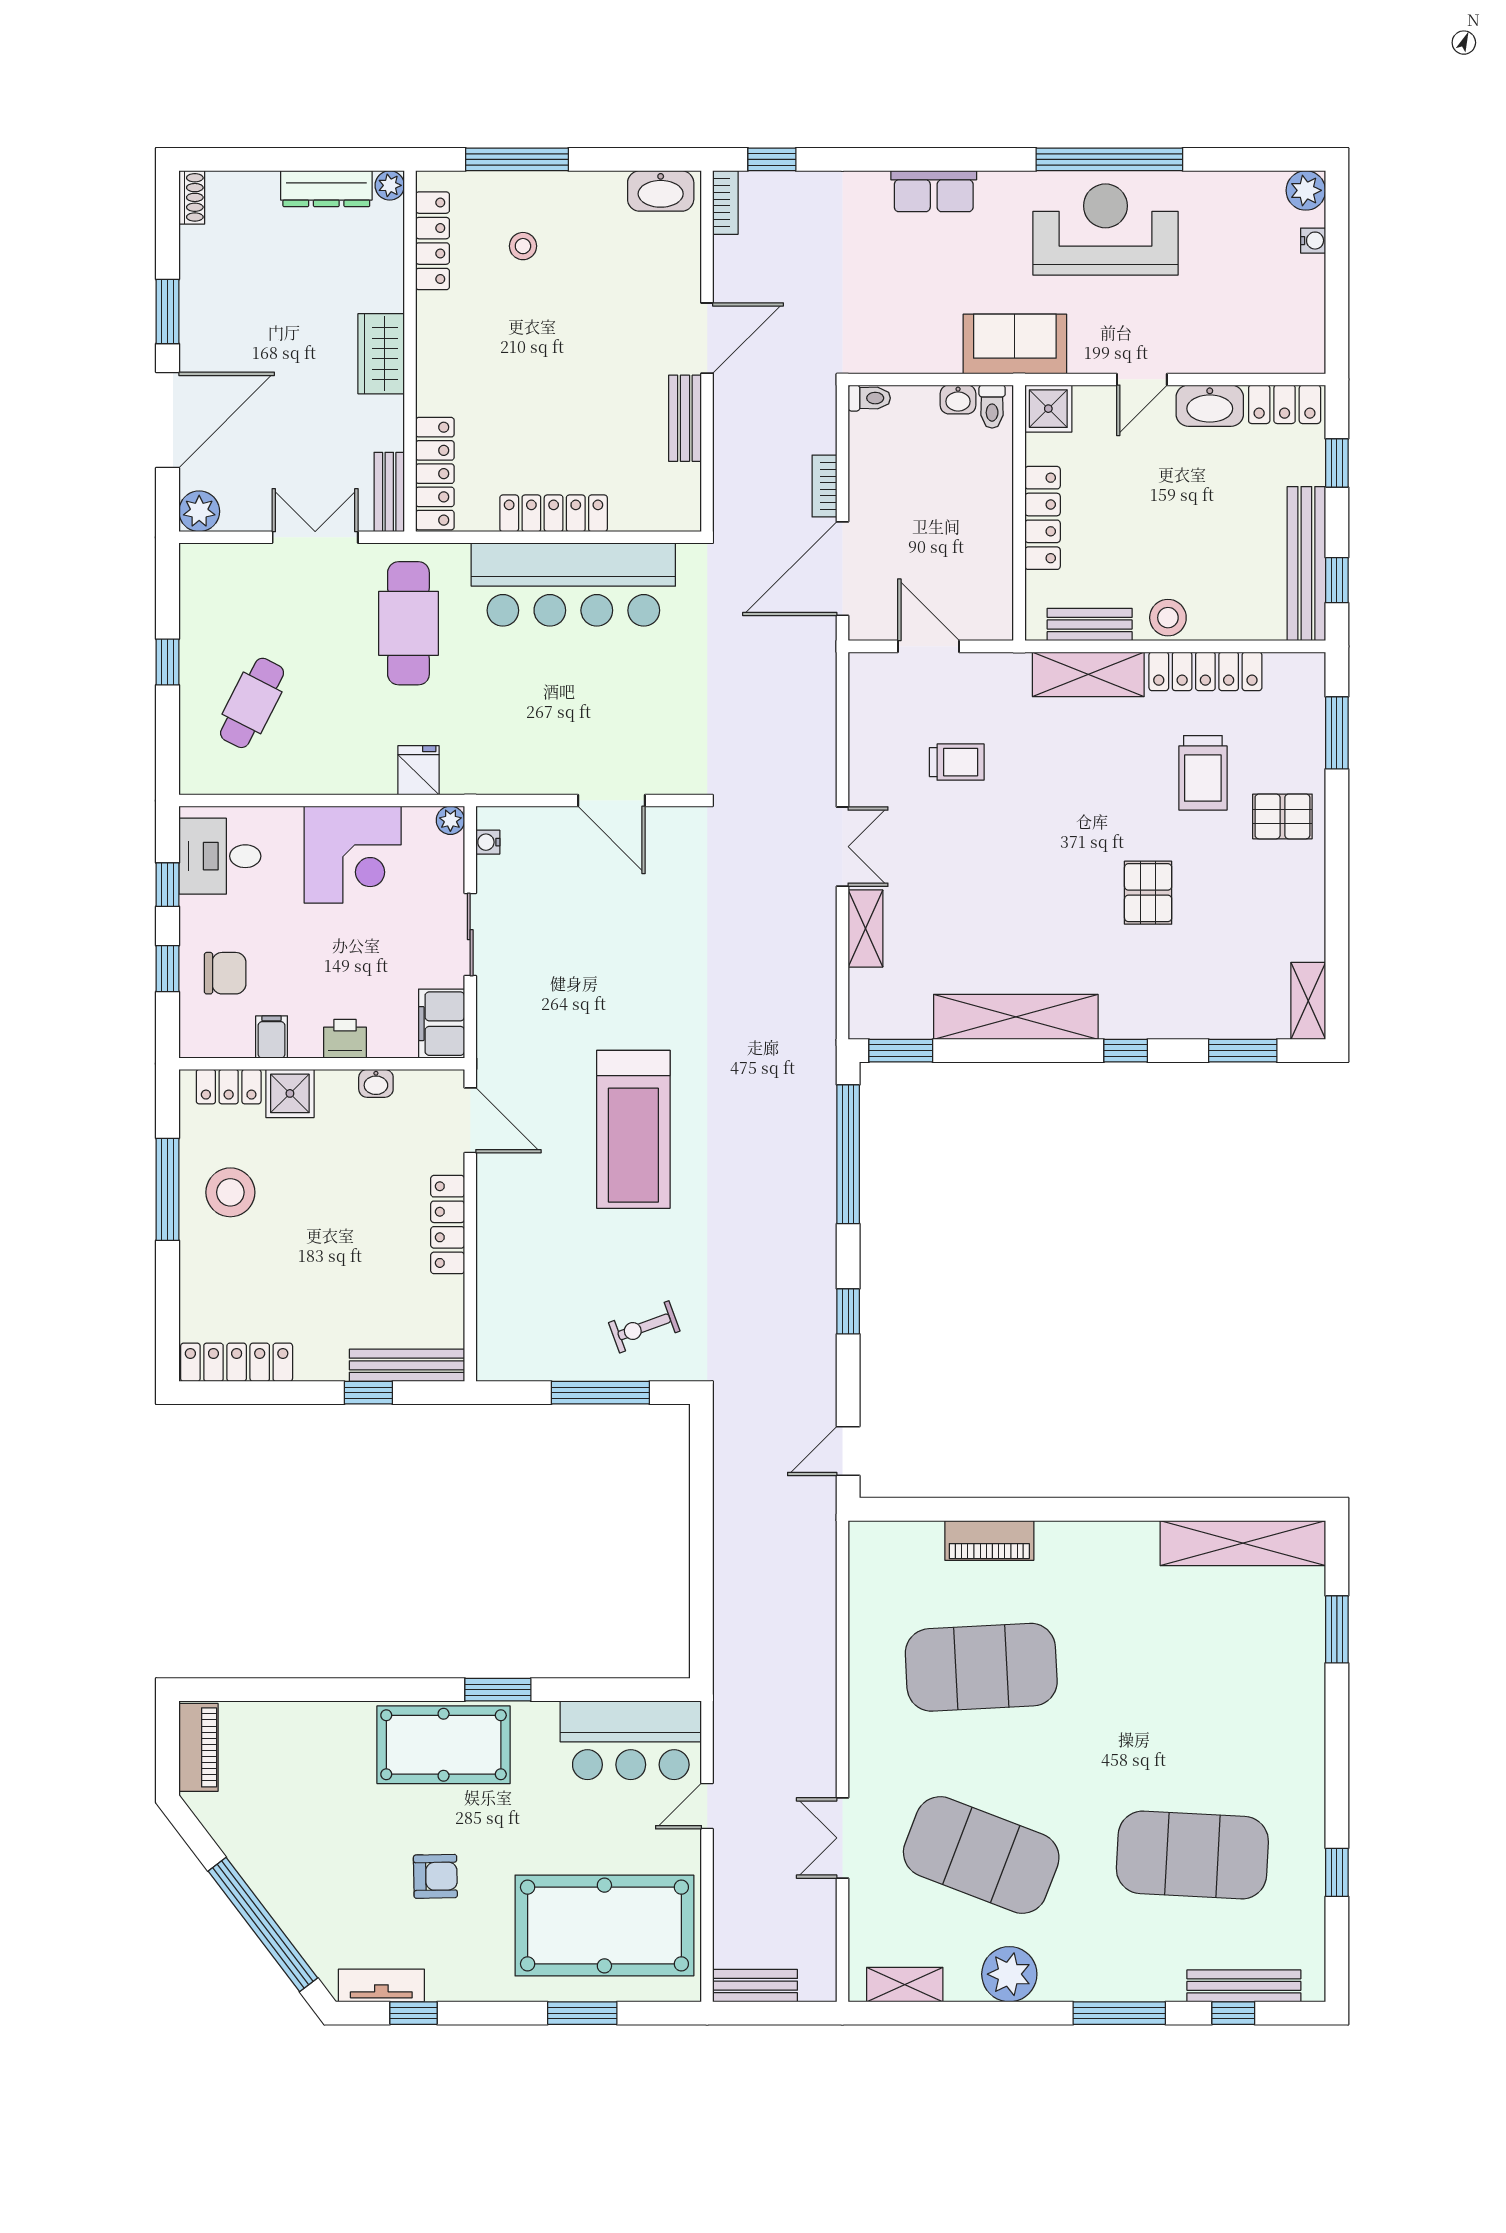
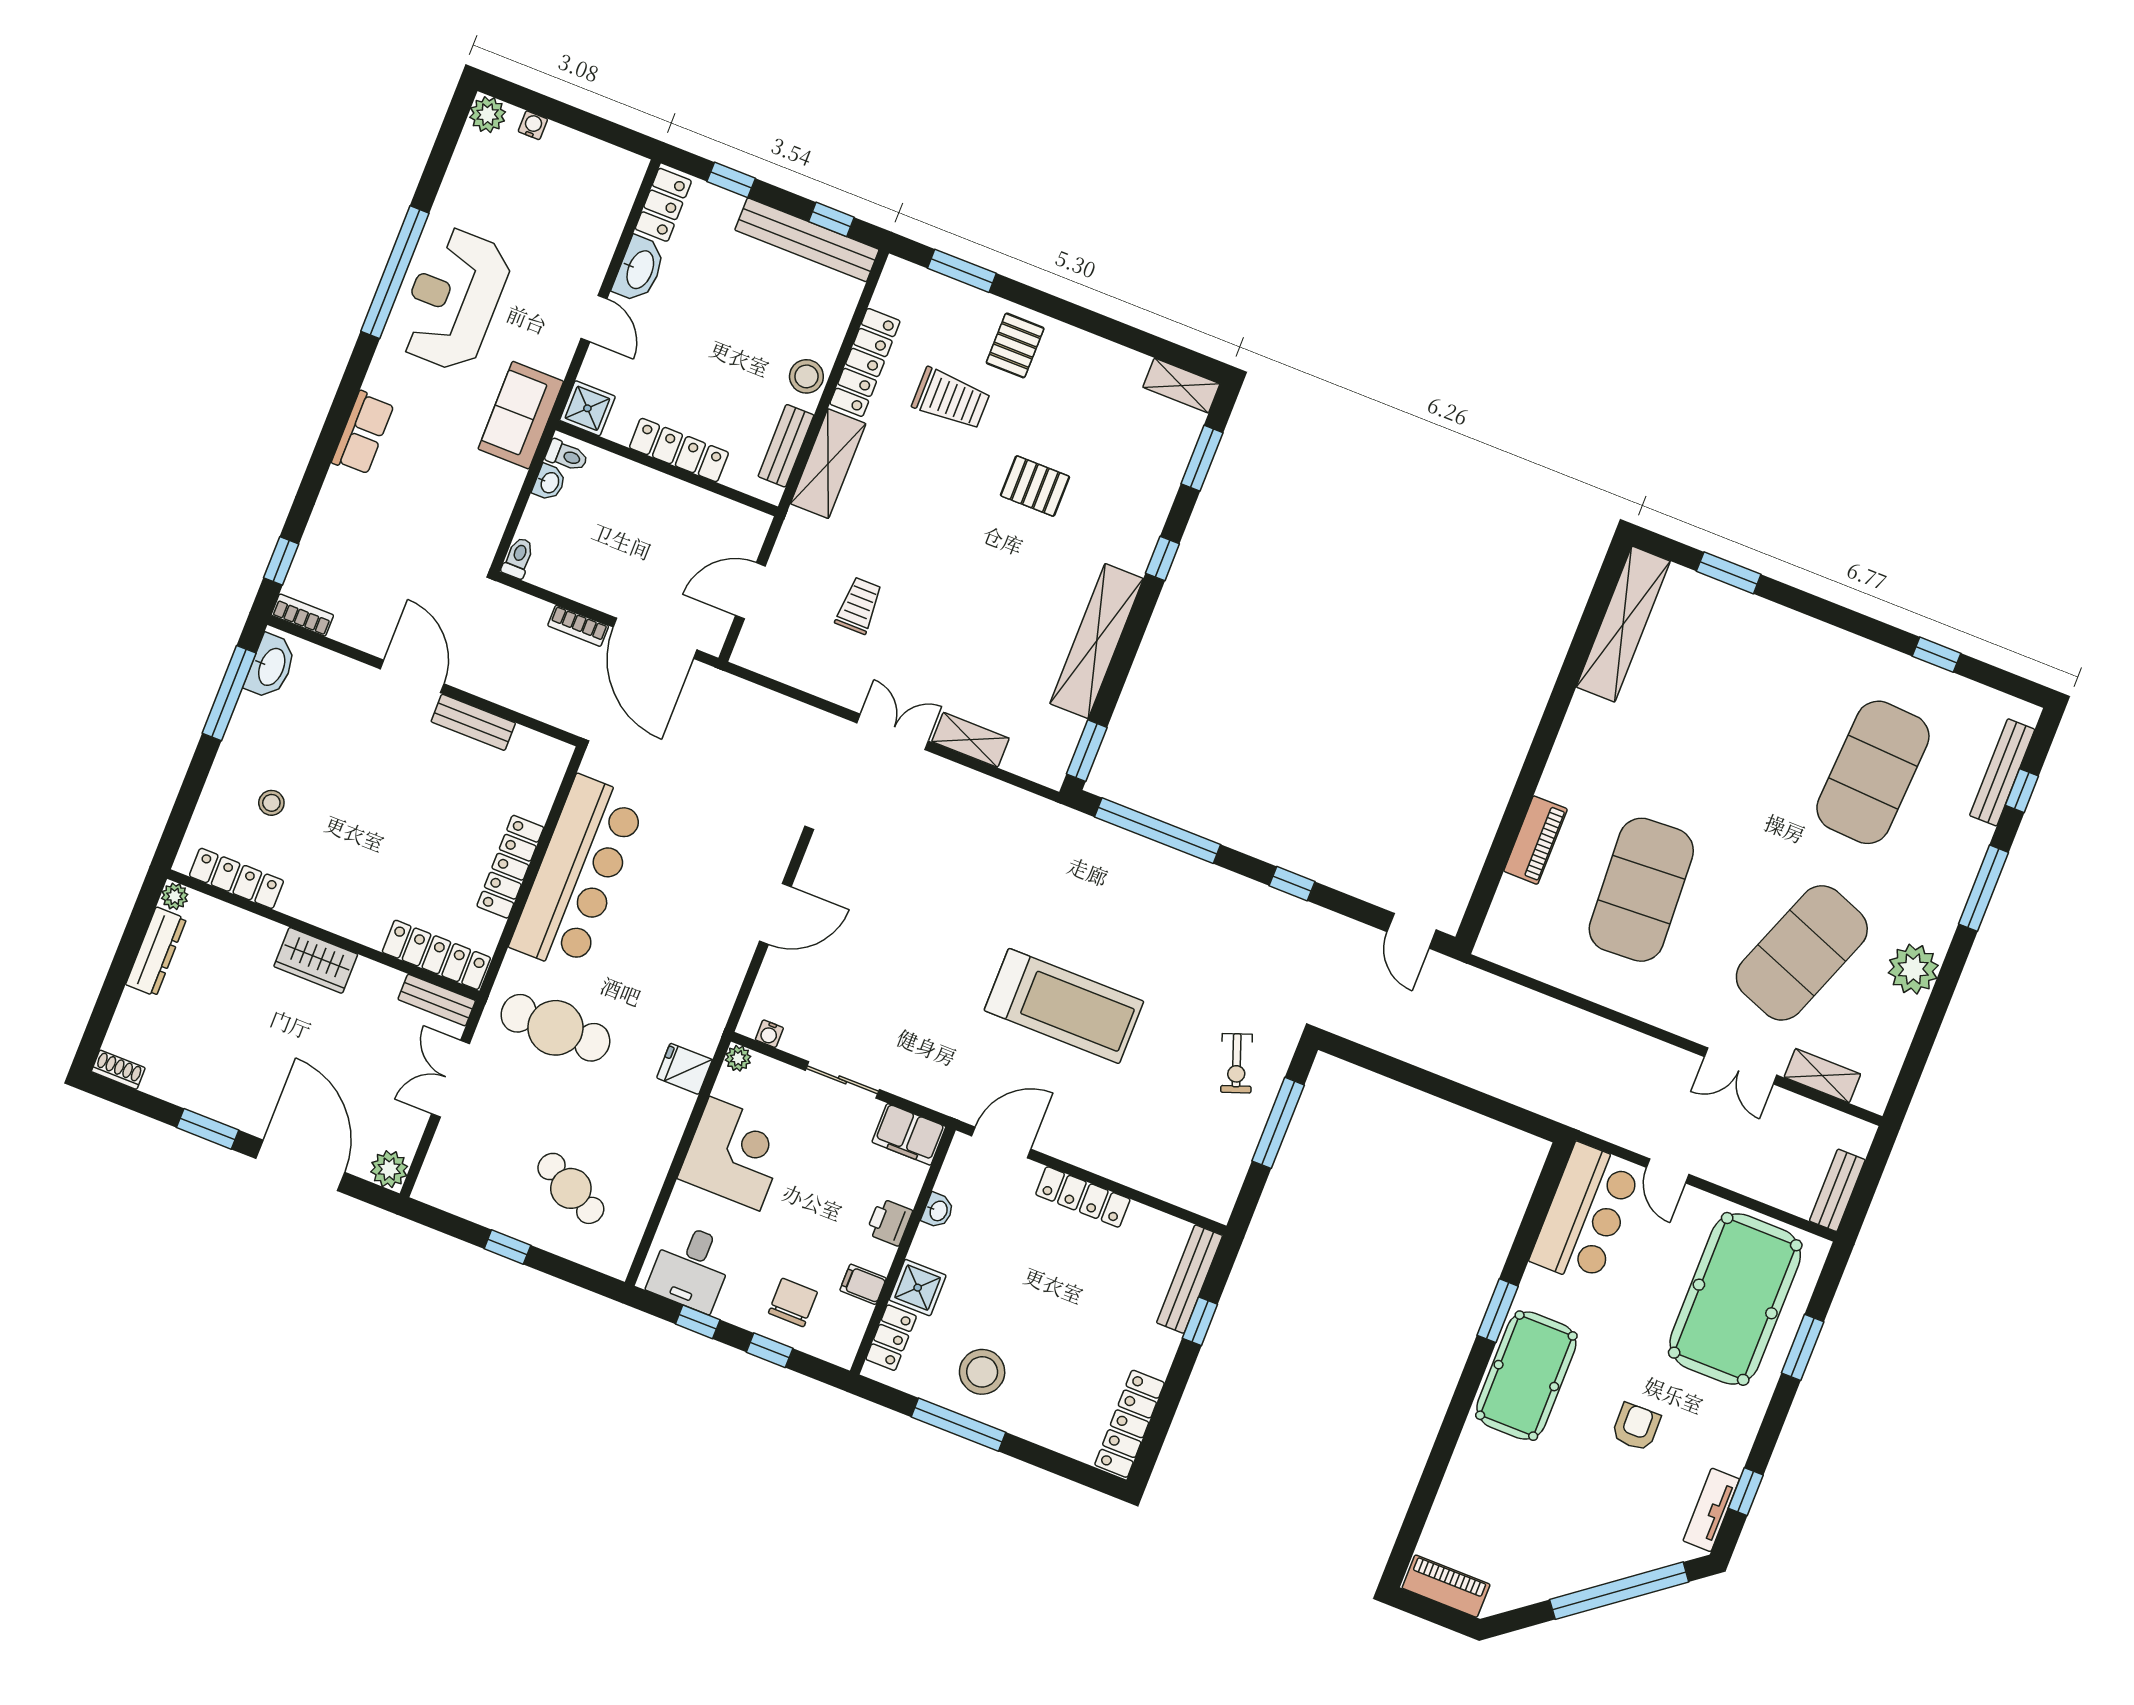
window: (517, 159) -> (229, 693), moved
shelving: (905, 1985) -> (1822, 1076), moved, turned 90

